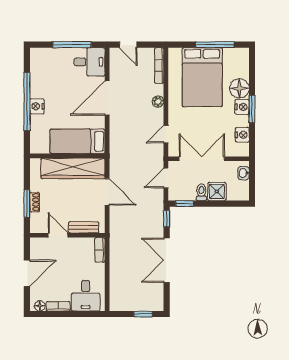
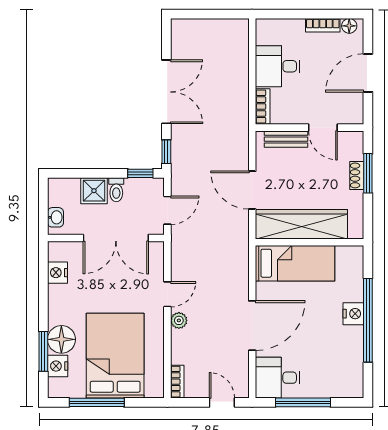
bookcase: (159, 66) -> (177, 382), width x0.64
nightstand: (242, 107) -> (58, 366), moved
window: (252, 109) -> (43, 351), moved
door: (166, 134) -> (167, 294), moved
desk: (86, 296) -> (278, 66), moved, turned -90
window: (143, 314) -> (200, 14), removed

